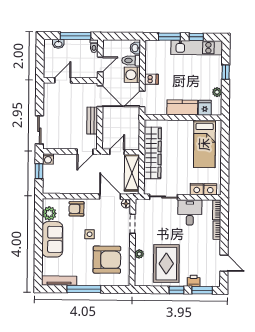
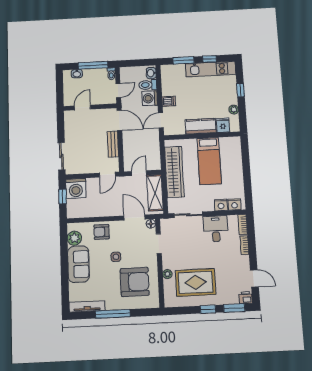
bed: (204, 144) -> (209, 161), moved
washing machine: (48, 159) -> (76, 188), width x1.89, depth x1.89
rug: (166, 264) -> (196, 282), turned 90
printer: (194, 281) -> (246, 298), moved

